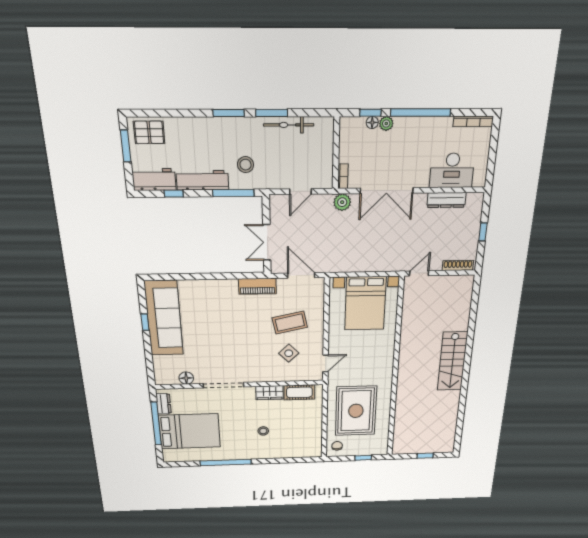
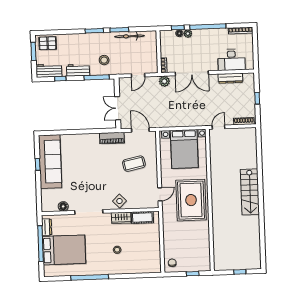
workbench: (203, 180) -> (78, 70), width x0.73
side table: (289, 353) -> (119, 201), moved
rug: (356, 411) -> (191, 200), moved

